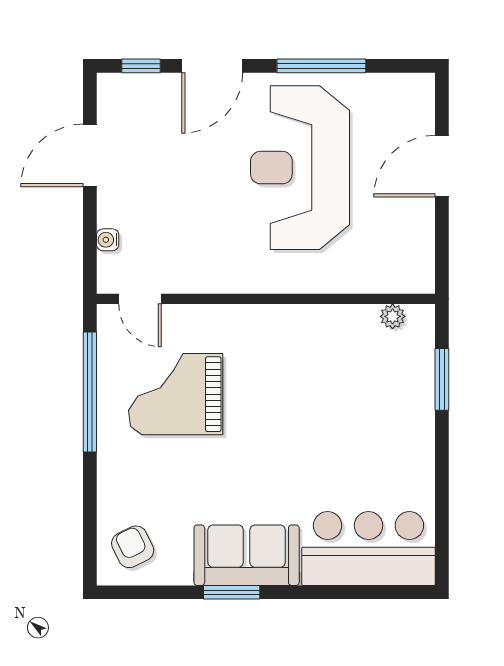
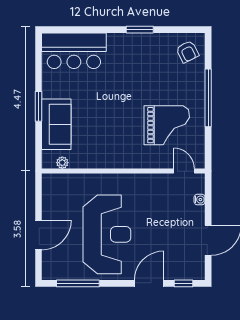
window: (321, 66) -> (78, 283), moved
window: (442, 379) -> (39, 106), moved
window: (90, 392) -> (208, 98), moved
sofa: (247, 555) -> (56, 124), moved, turned -90

